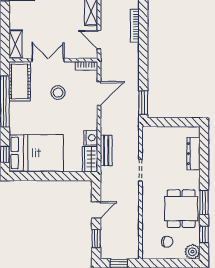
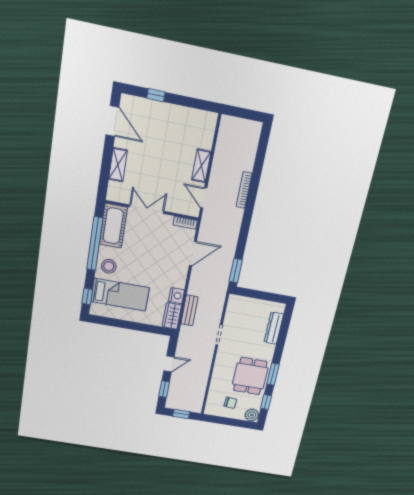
shelving: (16, 44) -> (118, 165), moved
stool: (58, 93) -> (109, 266), moved
bed: (36, 153) -> (120, 295), width x0.67

